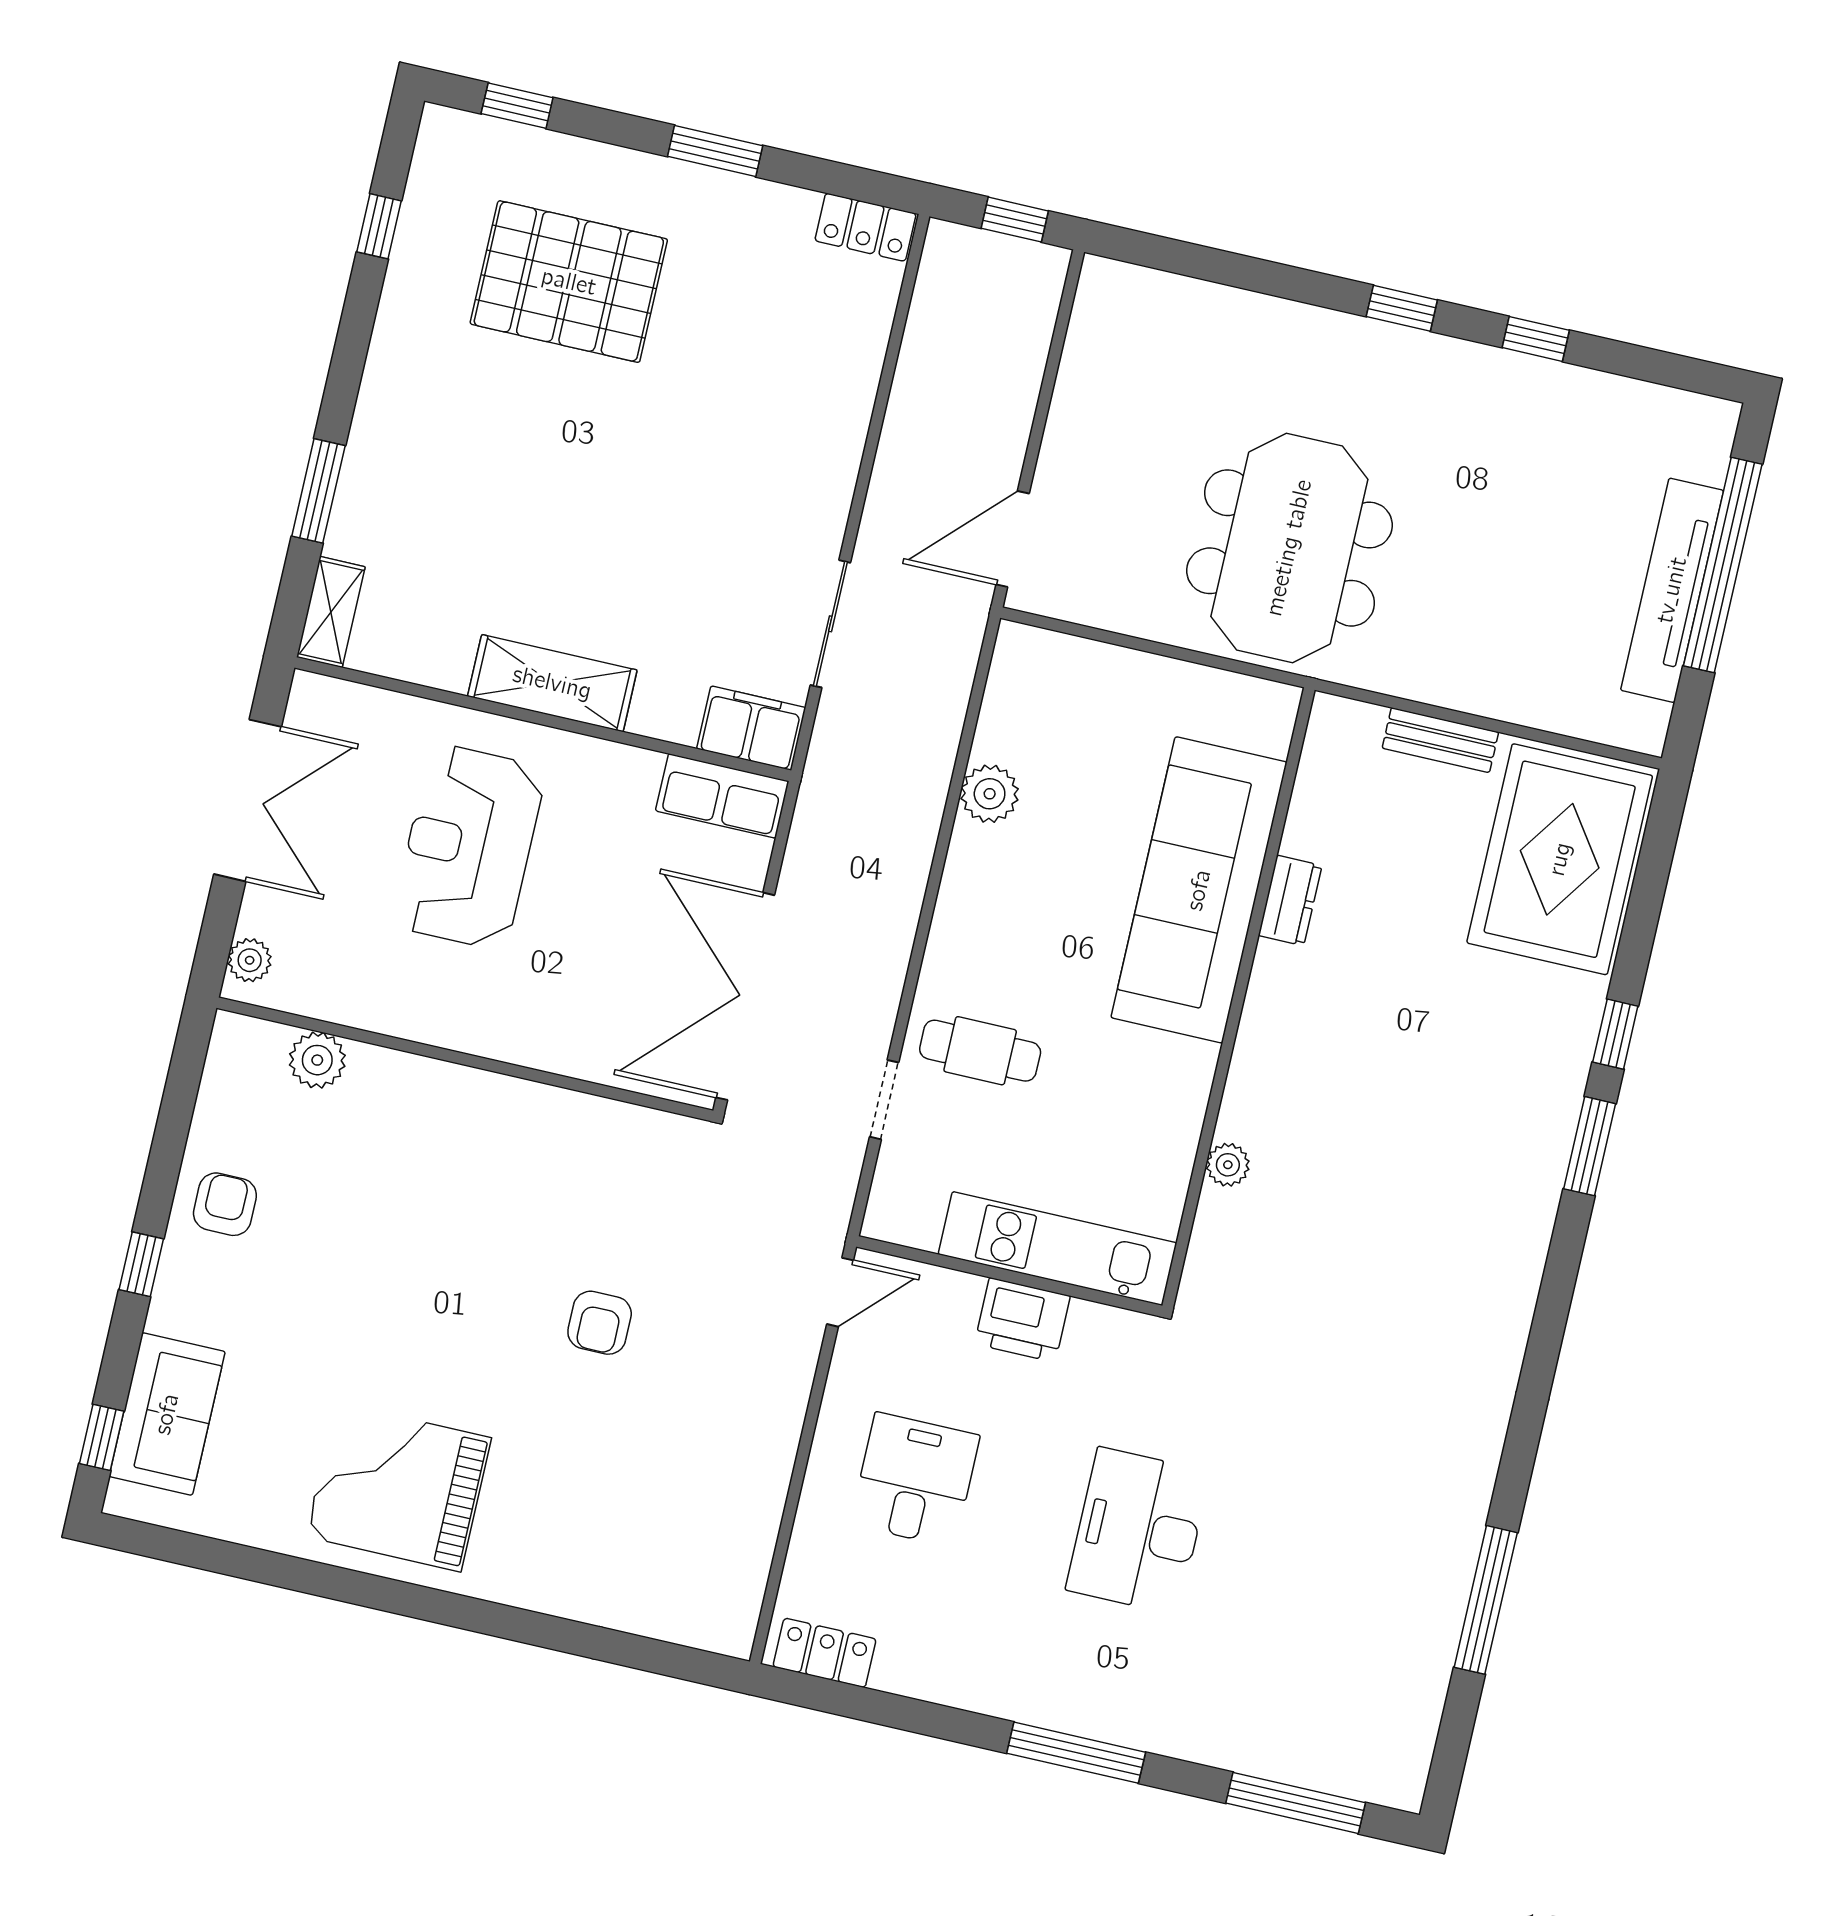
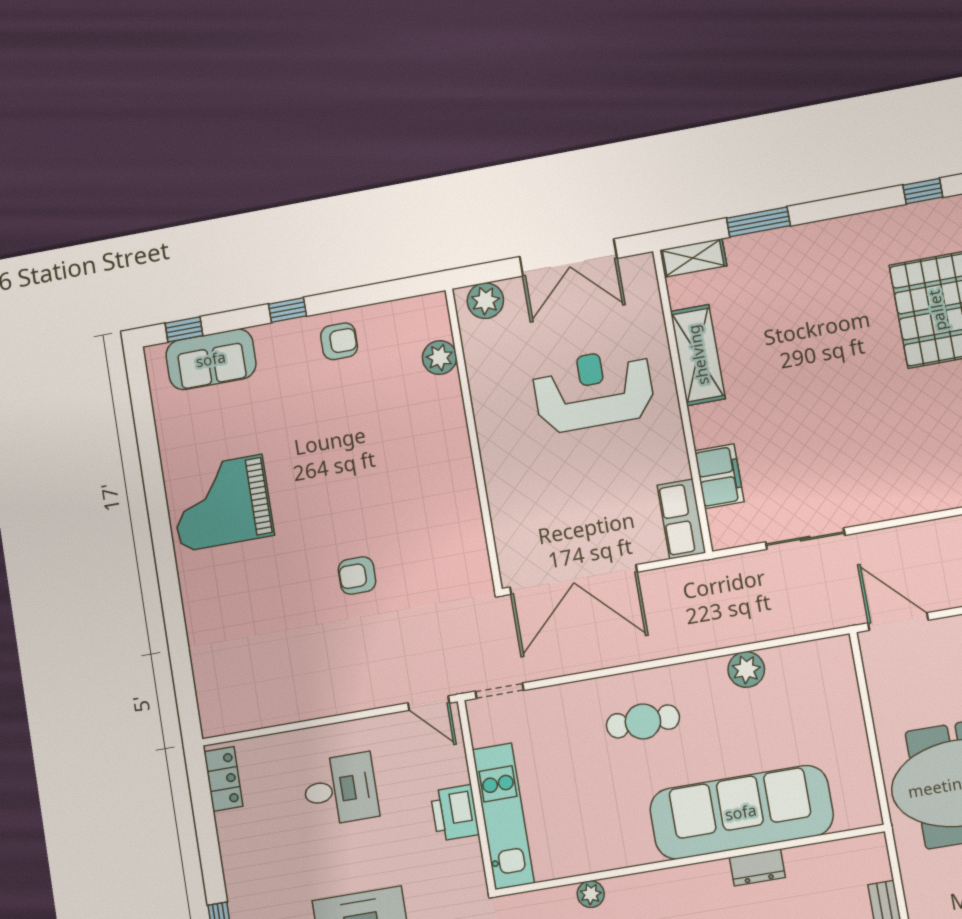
shelving: (552, 683) -> (698, 355), moved
filing cabinet: (751, 728) -> (719, 476), moved
plant: (250, 960) -> (485, 301), width x1.38, depth x1.38
double door: (745, 996) -> (573, 580), swing flipped
cafe table: (980, 1051) -> (643, 721), moved, turned 90
doorway: (884, 1100) -> (500, 691), moved
grand piano: (398, 1487) -> (221, 503), turned -90

